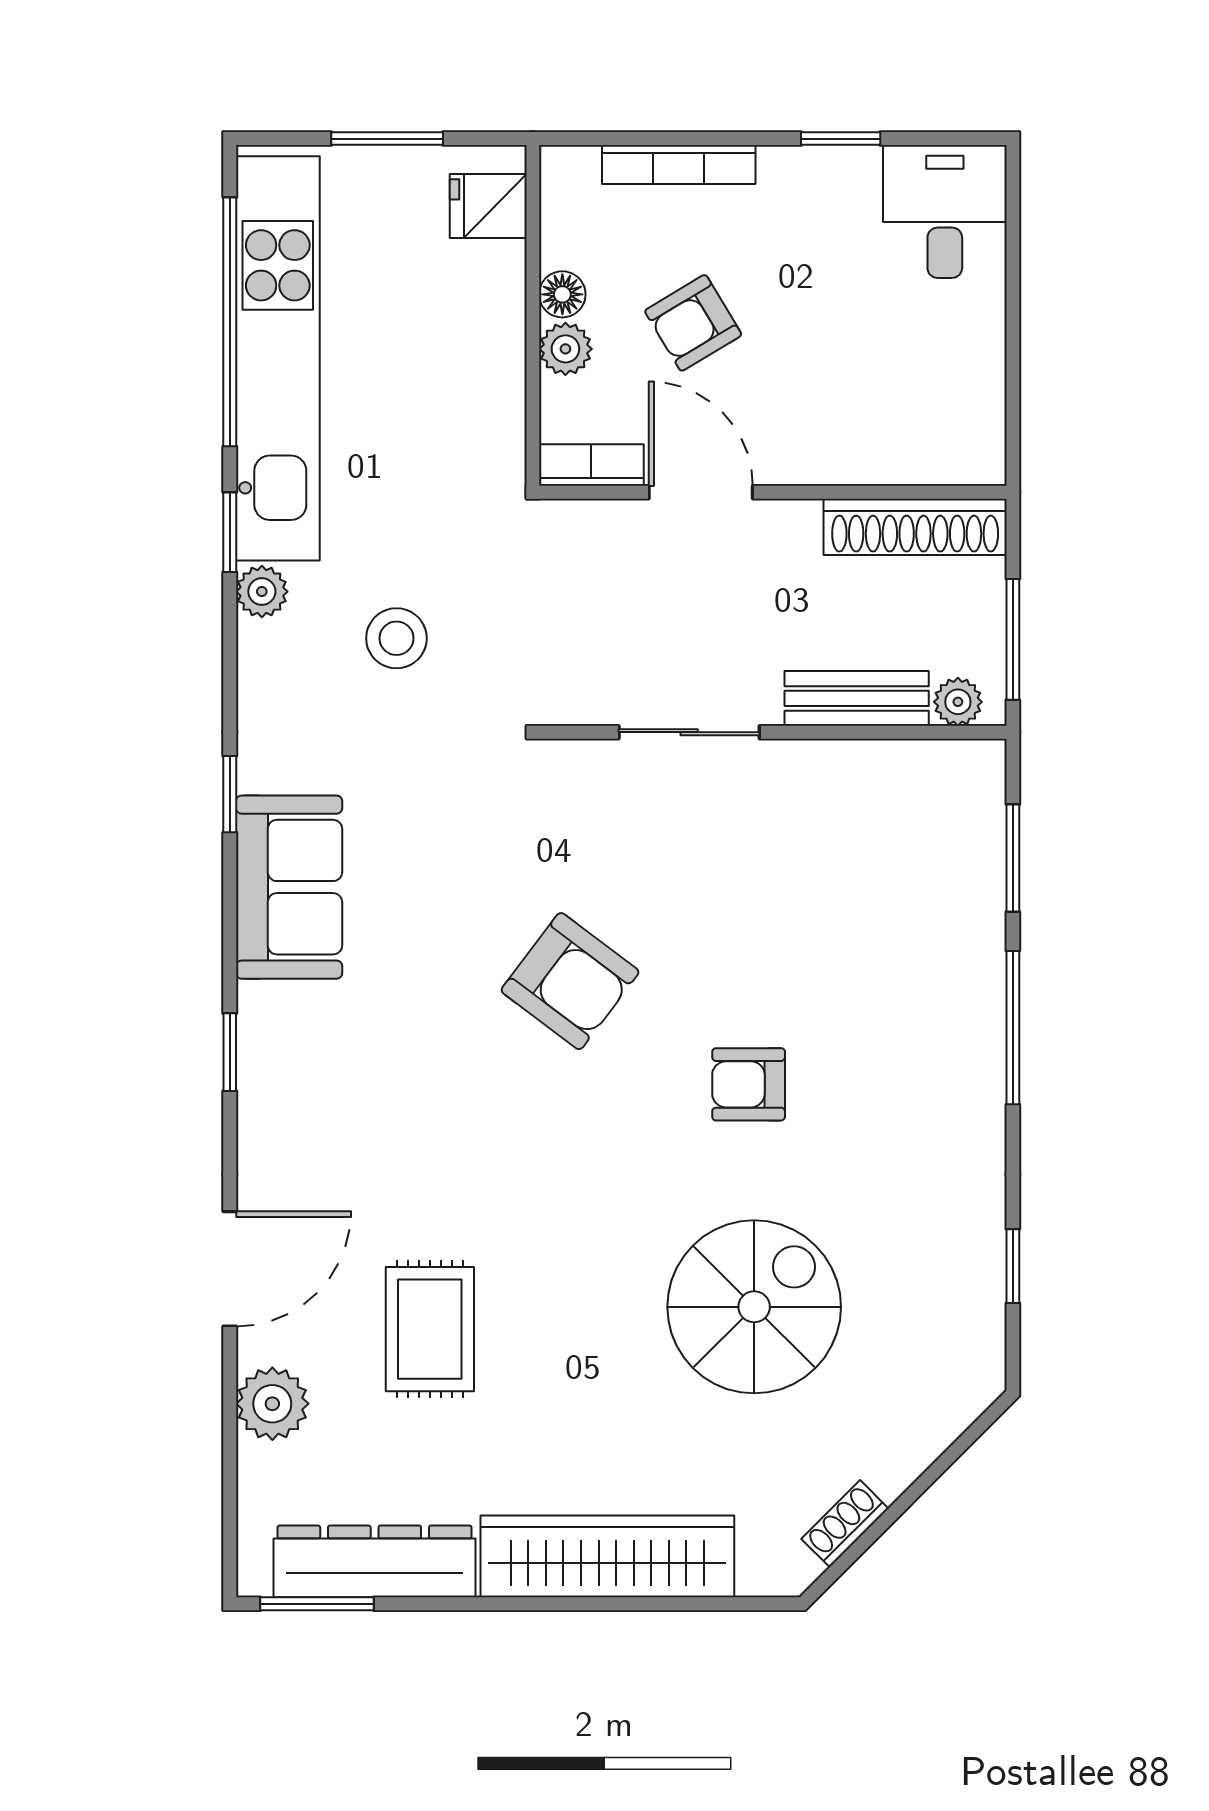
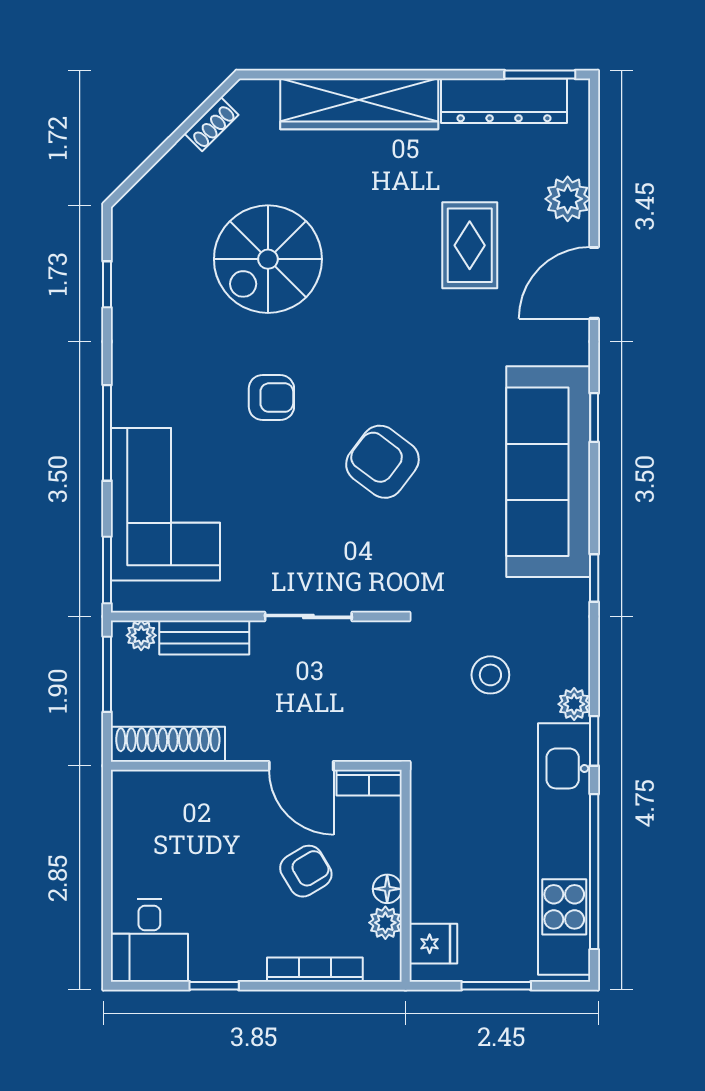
plant: (565, 349) -> (385, 923), moved
window: (1013, 858) -> (107, 570), moved
sofa: (289, 887) -> (548, 472), width x1.85, depth x1.27
corner sofa: (919, 913) -> (165, 504), added

